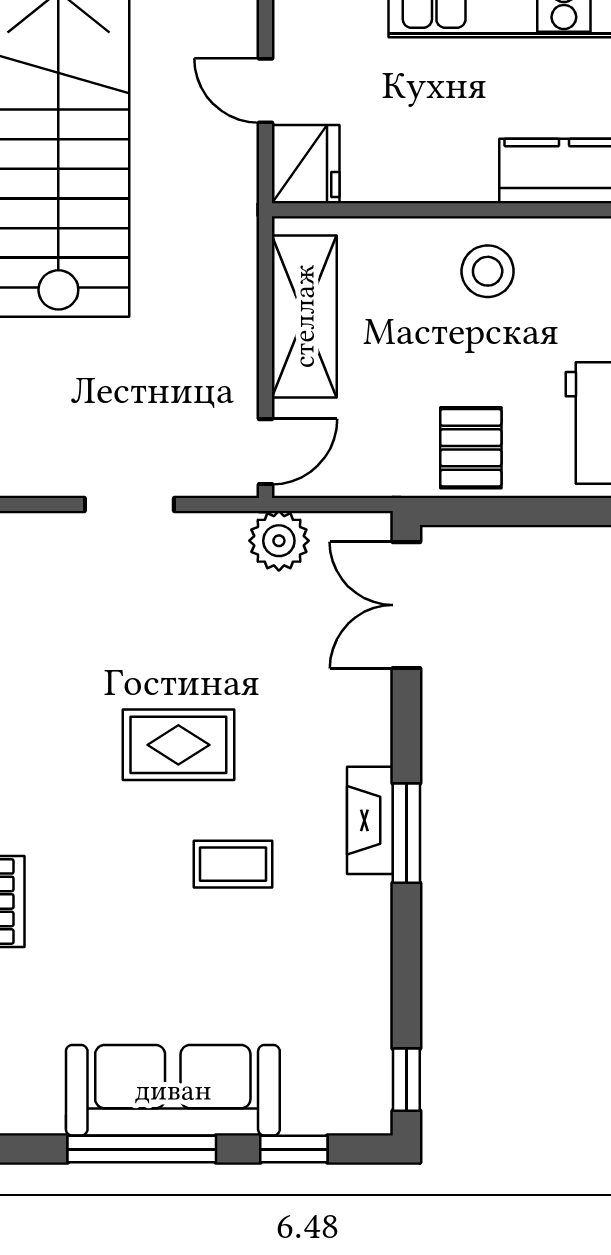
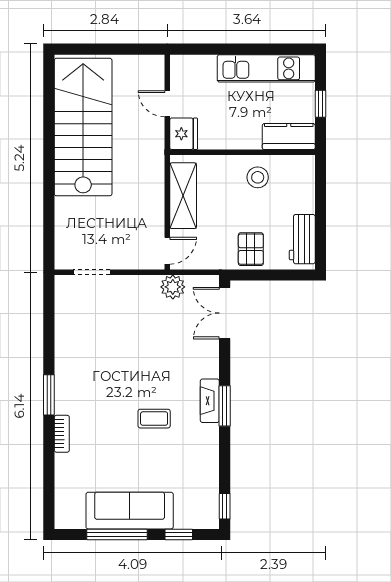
doorway: (129, 504) -> (92, 272), moved
rug: (178, 745) -> (132, 370), removed

